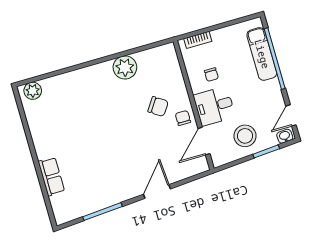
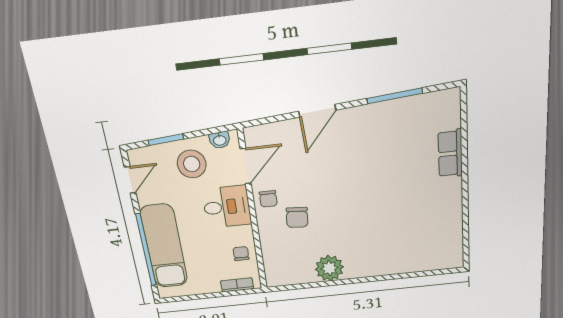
exam couch: (262, 54) -> (164, 246), width x1.36, depth x1.45
chair: (211, 75) -> (241, 254), moved
plant: (33, 91) -> (446, 260), removed
chair: (158, 107) -> (297, 217), turned -120
washbasin: (285, 136) -> (220, 140), moved

